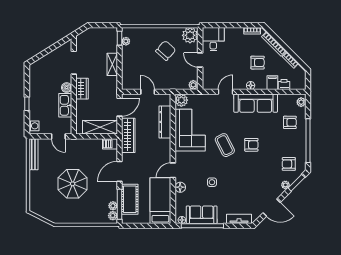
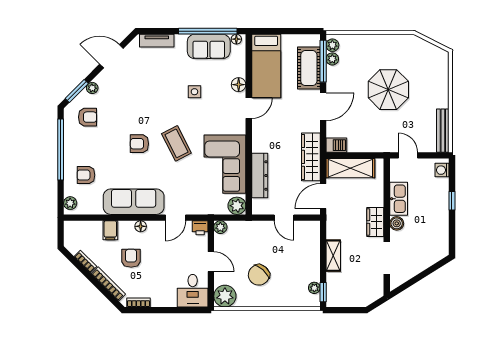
armchair: (258, 63) -> (131, 258), turned 90
printer: (284, 84) -> (200, 228), moved

